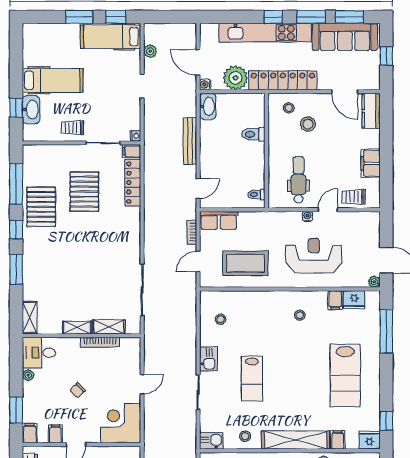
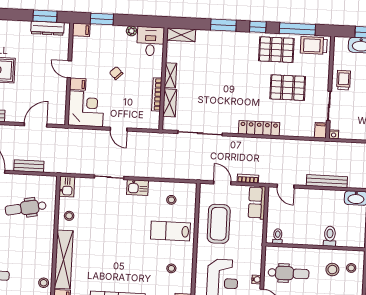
stool: (308, 124) -> (332, 270), moved
trolley: (34, 164) -> (314, 45), added
locker: (133, 183) -> (259, 128), moved
lab bench: (252, 379) -> (170, 231), moved
filing cabinet: (55, 434) -> (78, 84), moved

